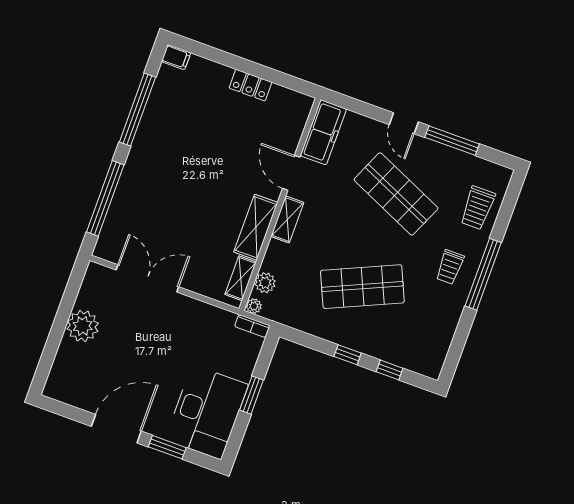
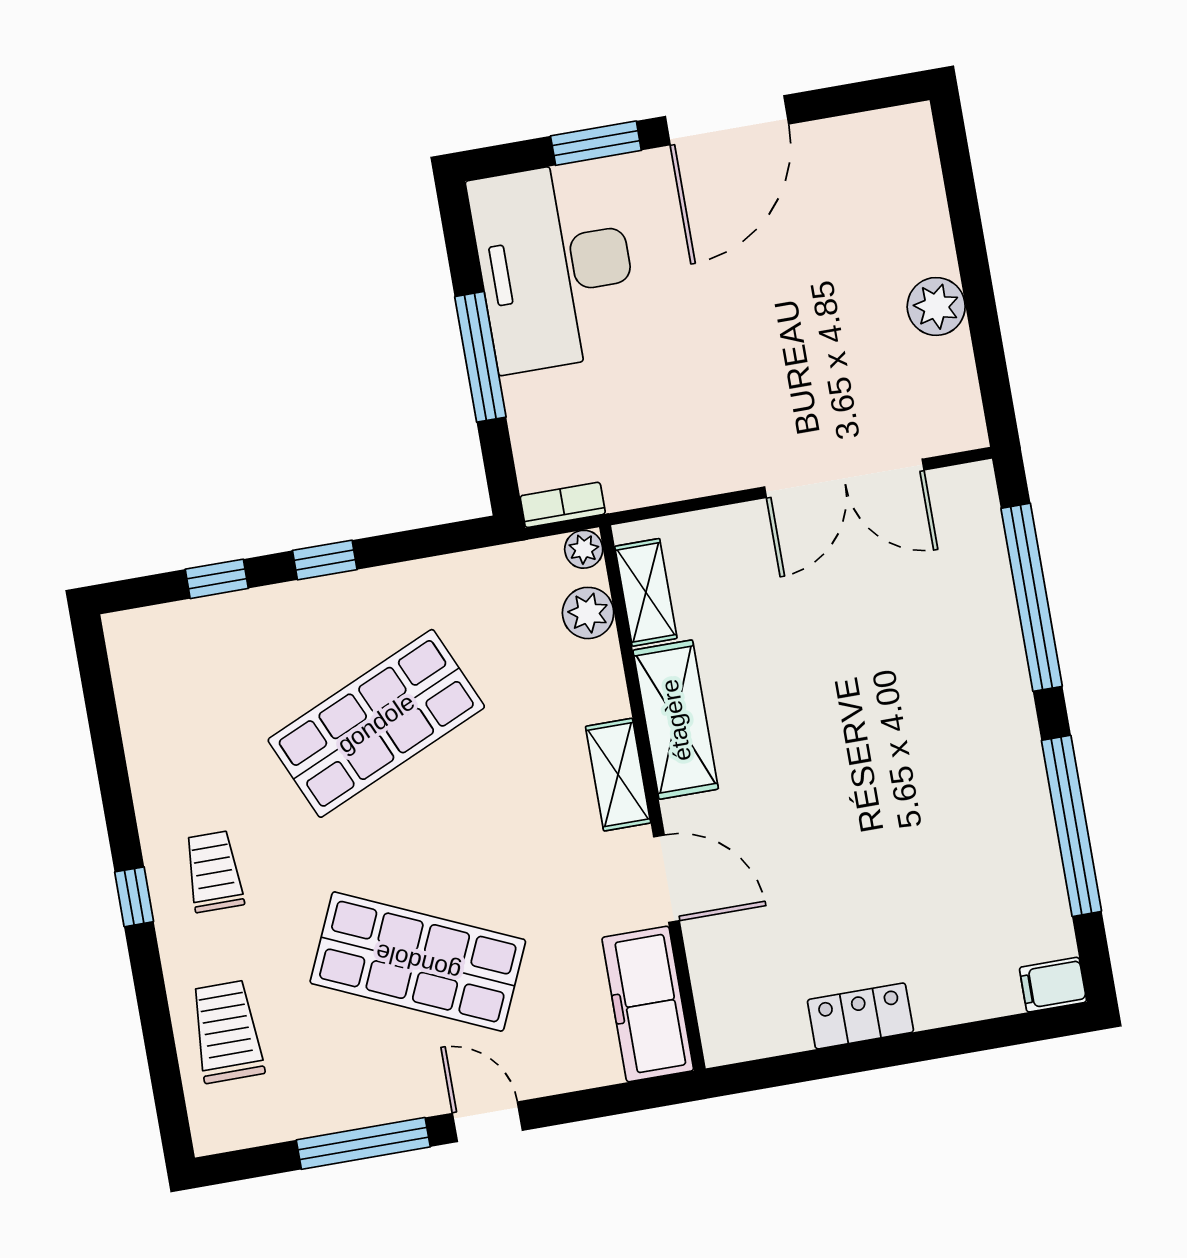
window: (483, 274) -> (134, 897), width x0.32
plant: (83, 326) -> (936, 306), width x0.73, depth x0.73
window: (251, 395) -> (480, 357), width x1.44

